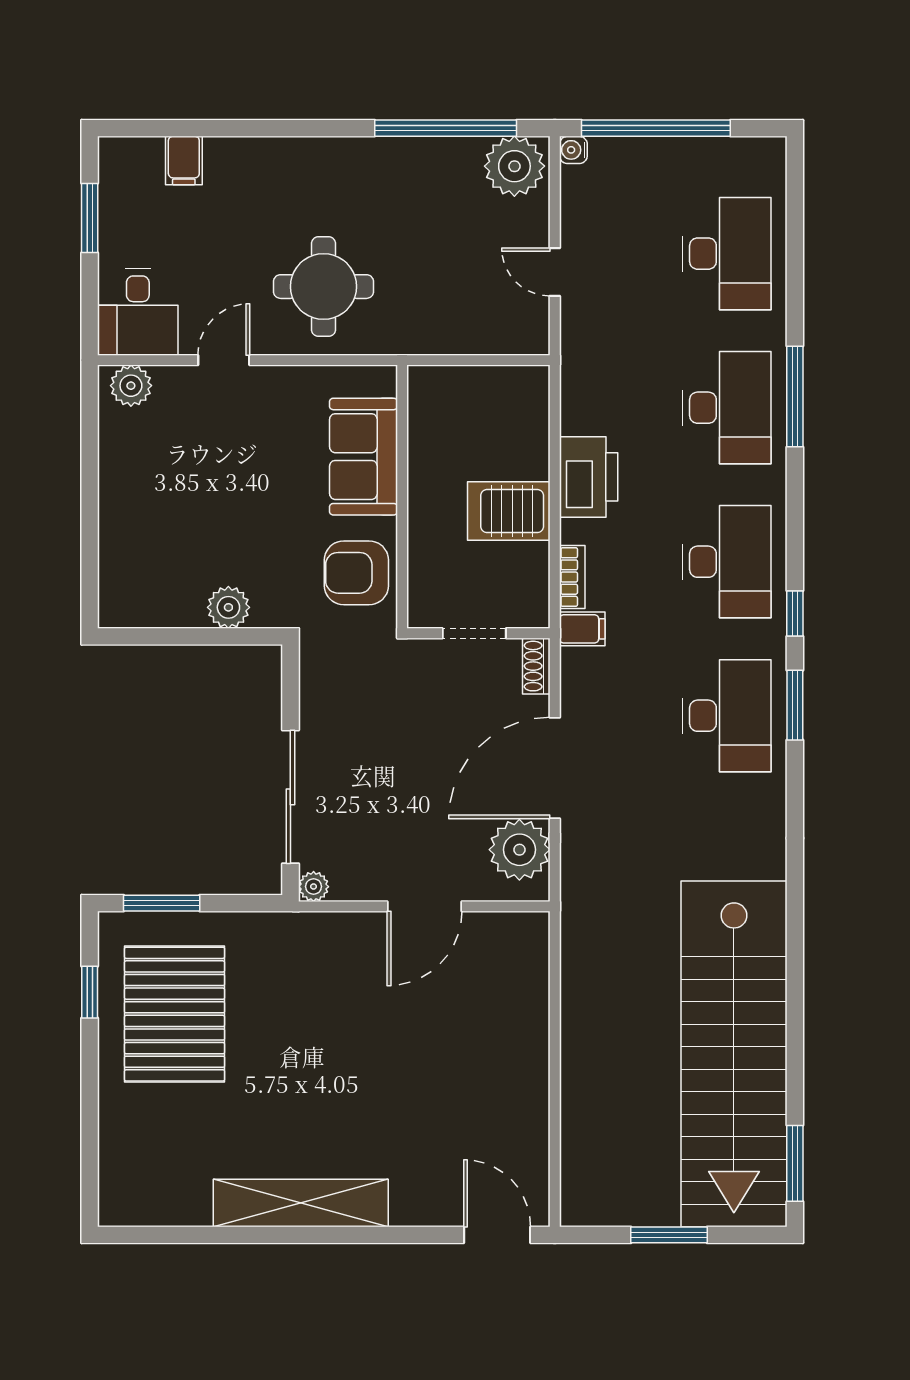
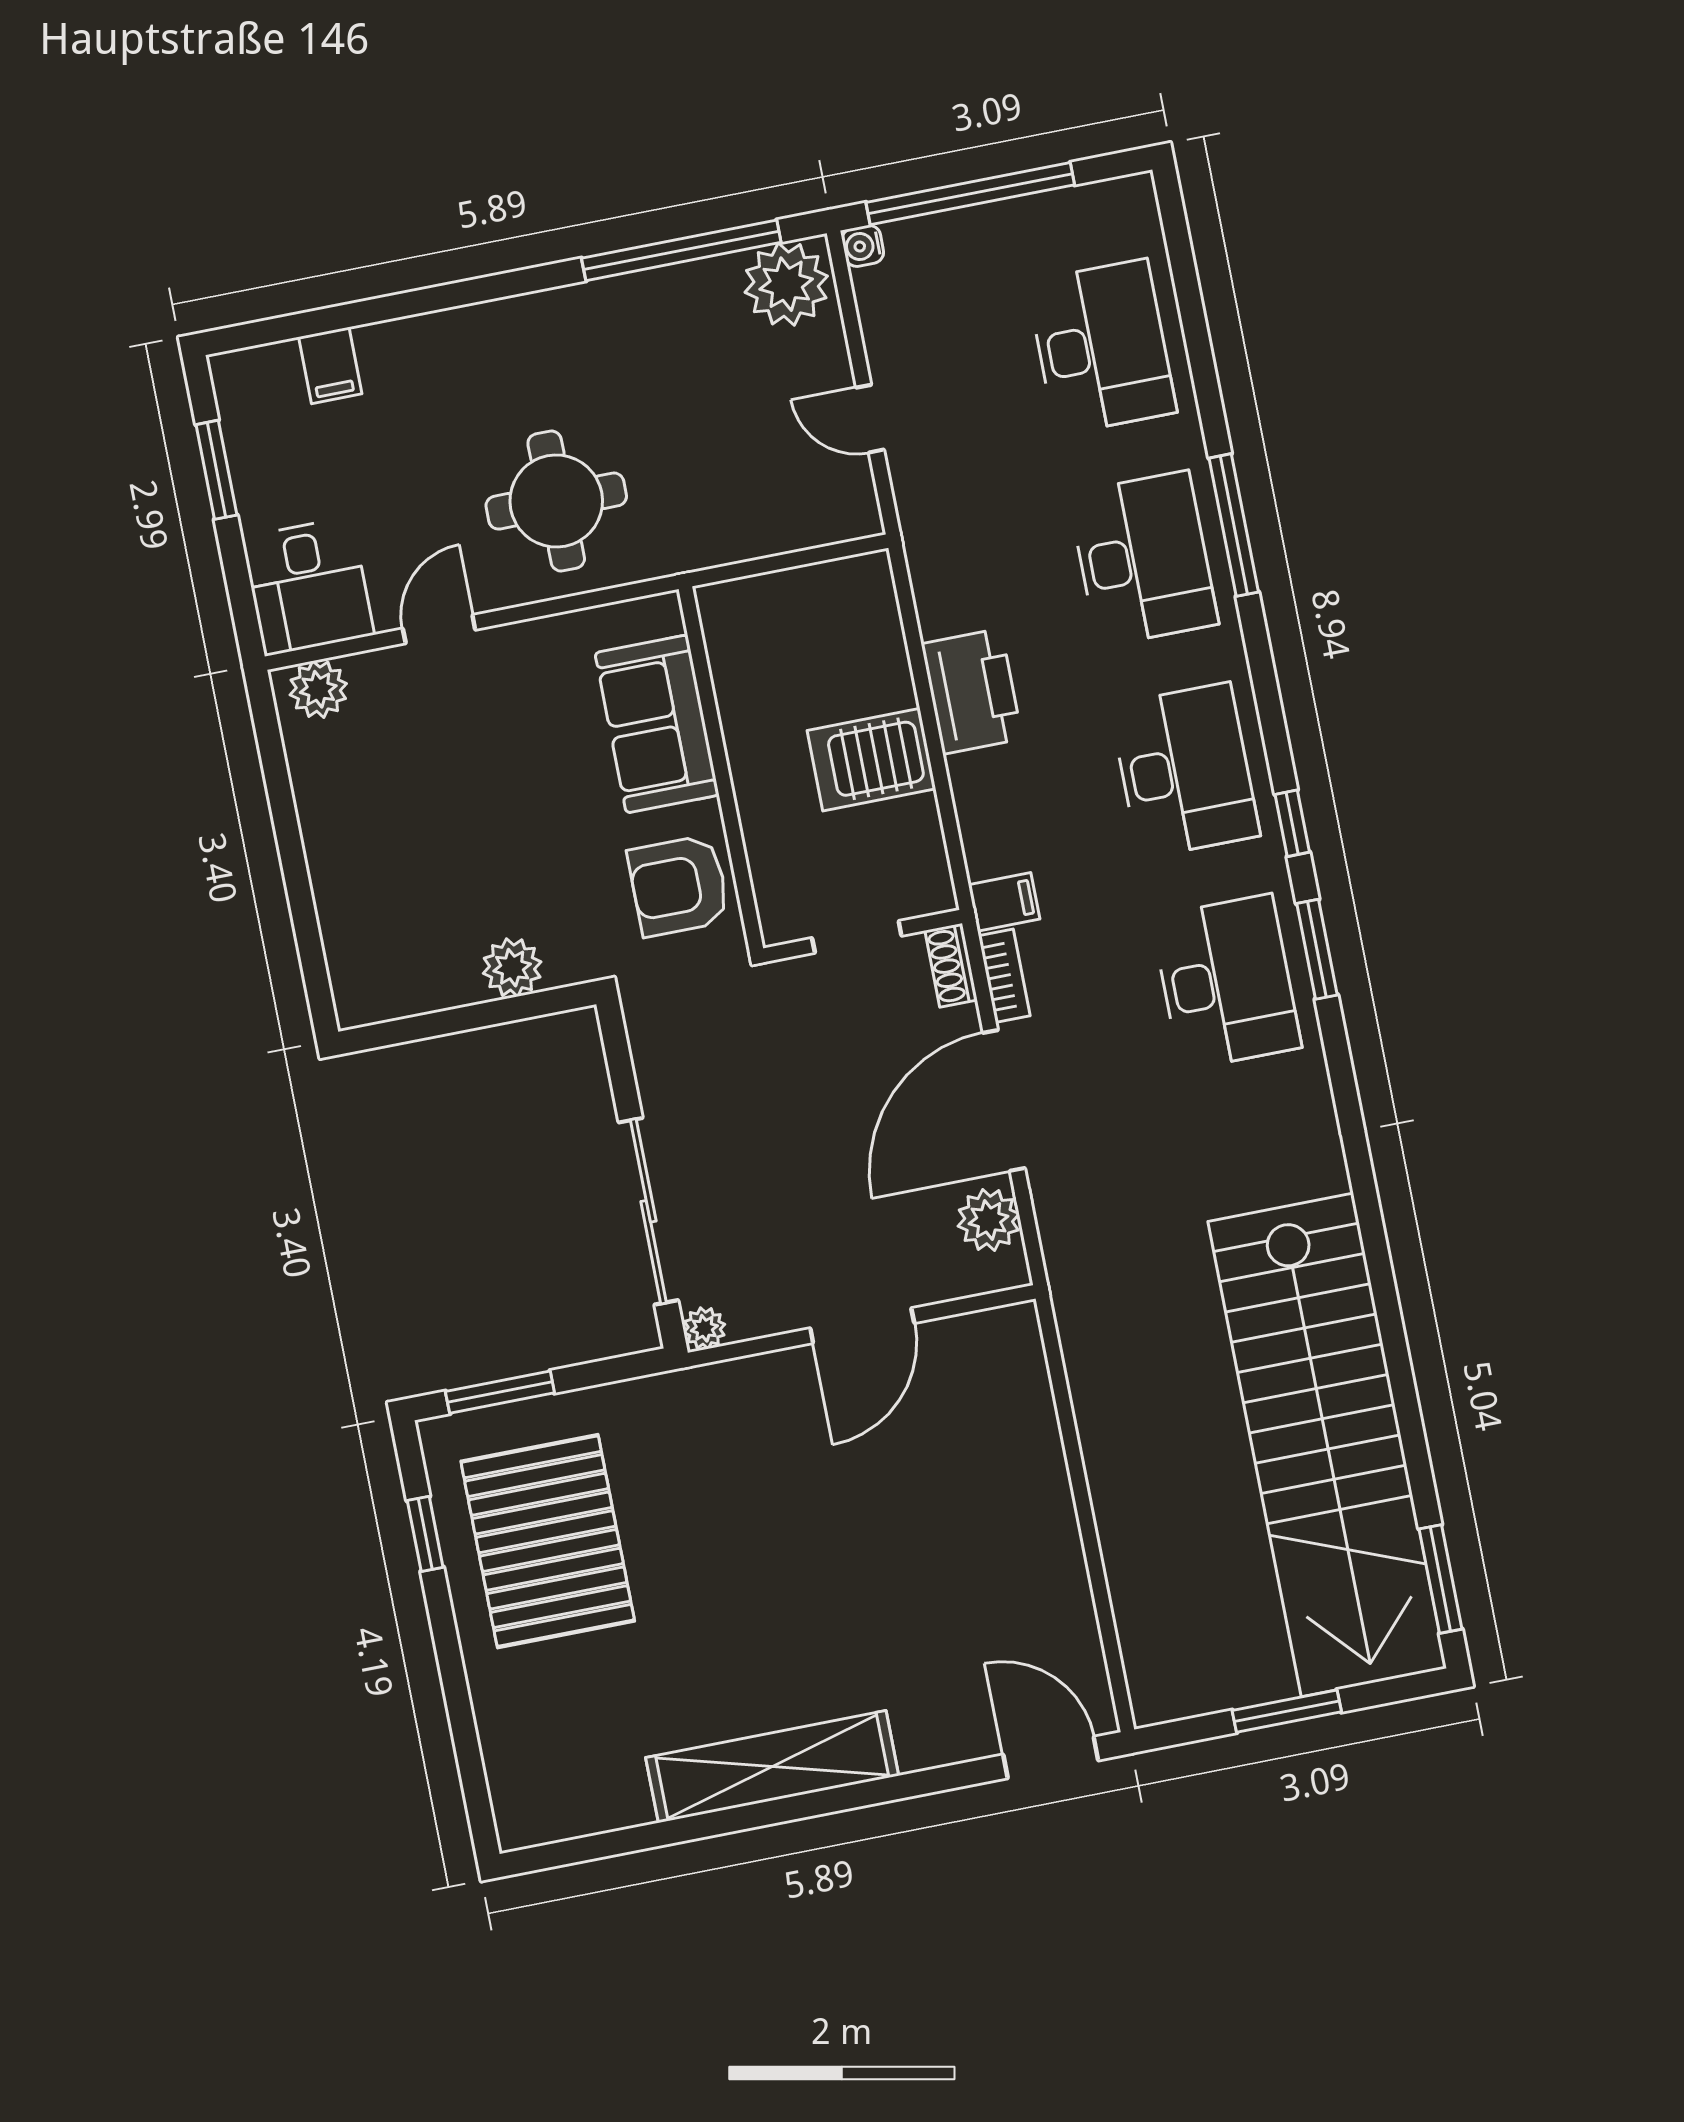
bookcase: (572, 577) -> (1004, 976), moved
plant: (519, 850) -> (989, 1220), width x0.73, depth x0.73

